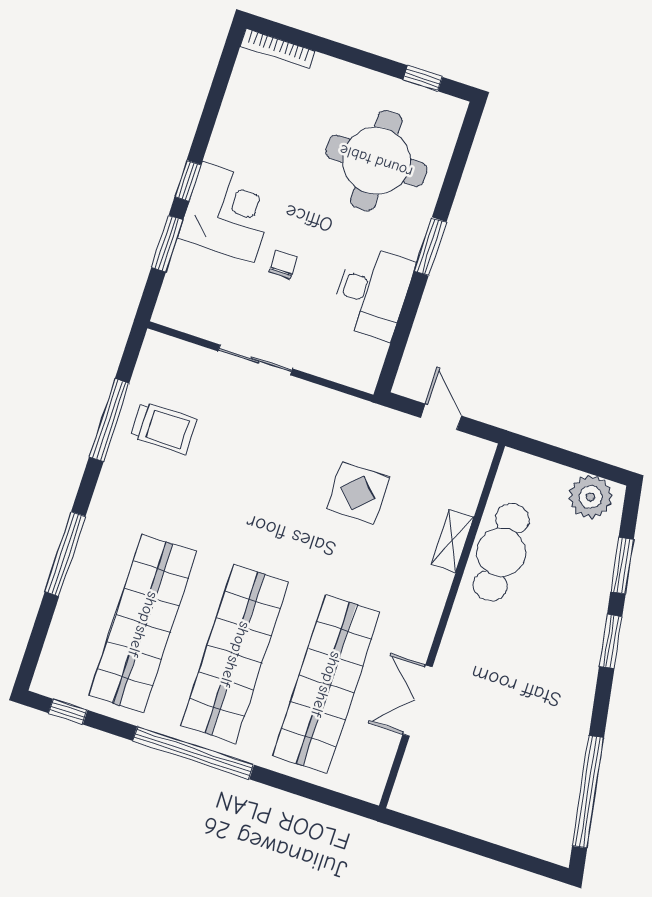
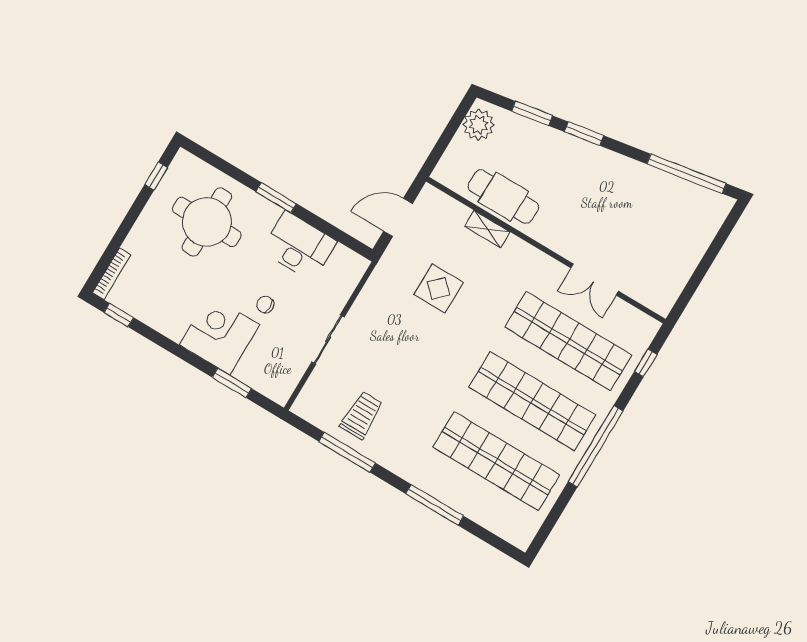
window: (188, 181) -> (119, 315), moved
door: (441, 417) -> (398, 217), width x1.37
window: (68, 712) -> (646, 363), moved

